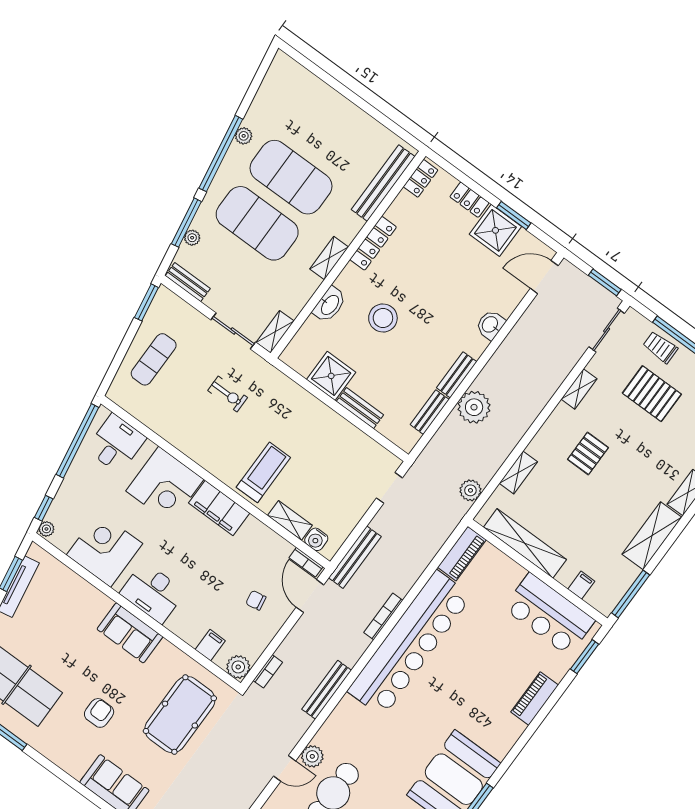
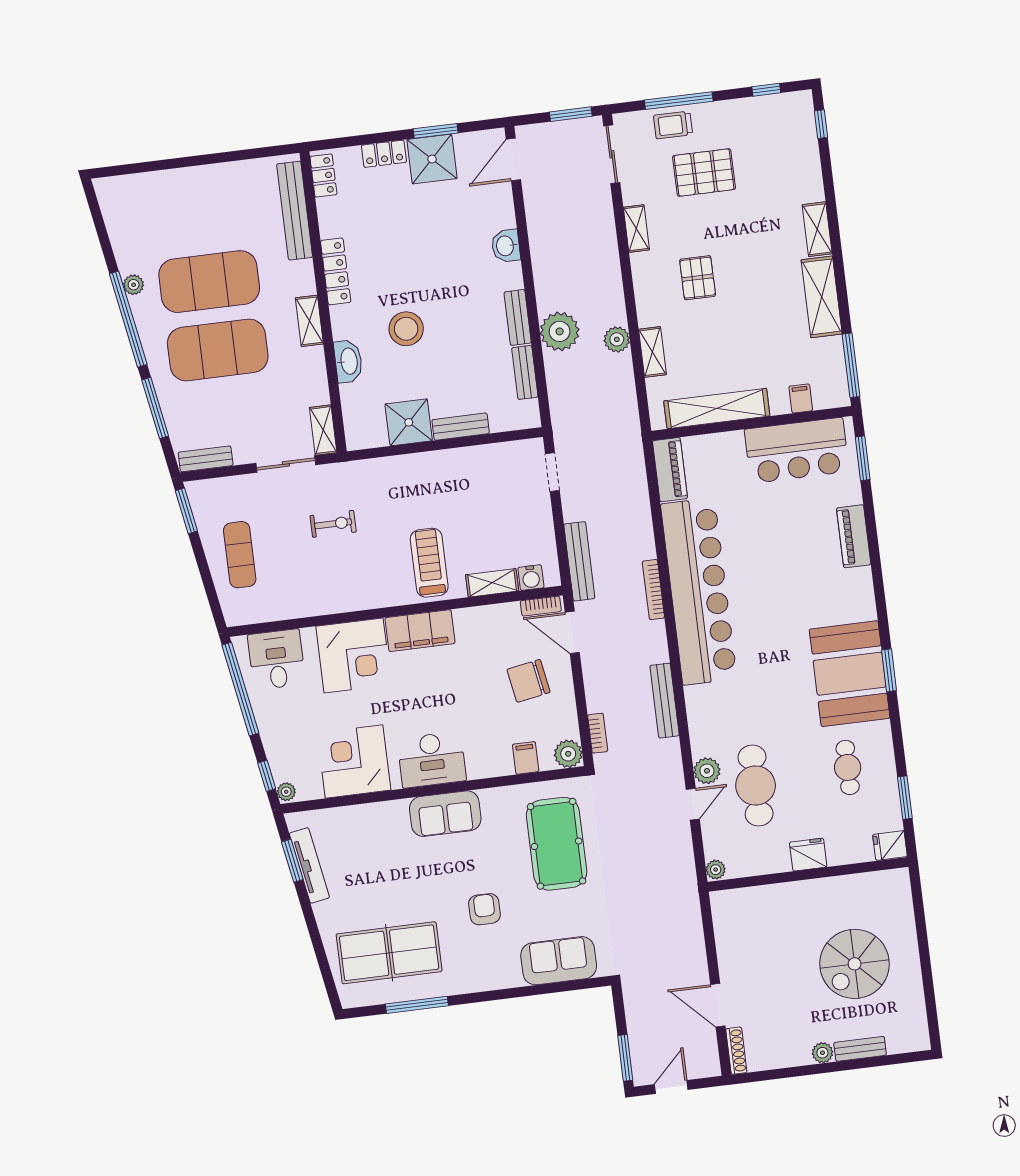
plant: (192, 238) -> (173, 416), removed
plant: (470, 490) -> (617, 339), moved
chair: (256, 600) -> (528, 681), width x1.87, depth x1.87

